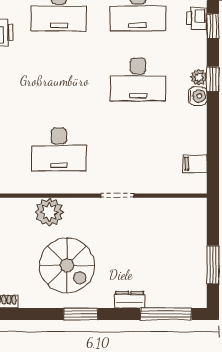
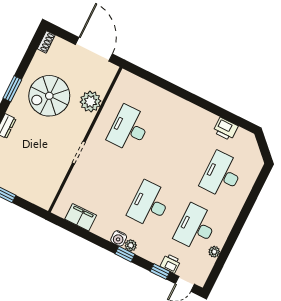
filing cabinet: (195, 164) -> (81, 217), width x2.00

